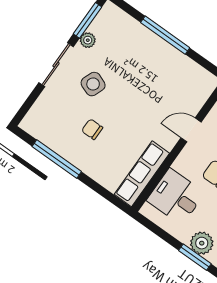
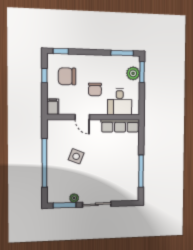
window: (165, 35) -> (44, 163), width x1.46
side table: (93, 84) -> (76, 156), moved
chair: (92, 129) -> (115, 165), removed

